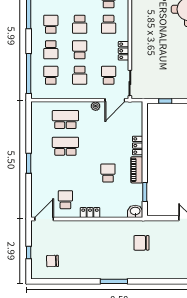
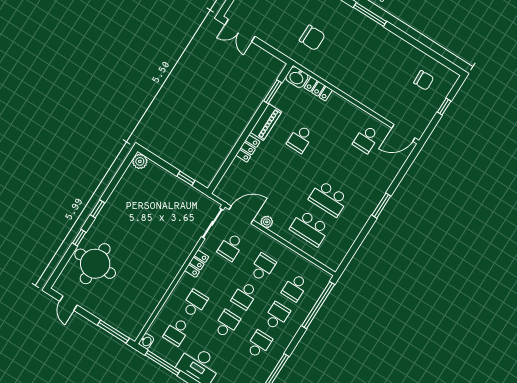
school desk: (51, 24) -> (259, 344), turned 180
locker: (90, 213) -> (318, 89), moved

